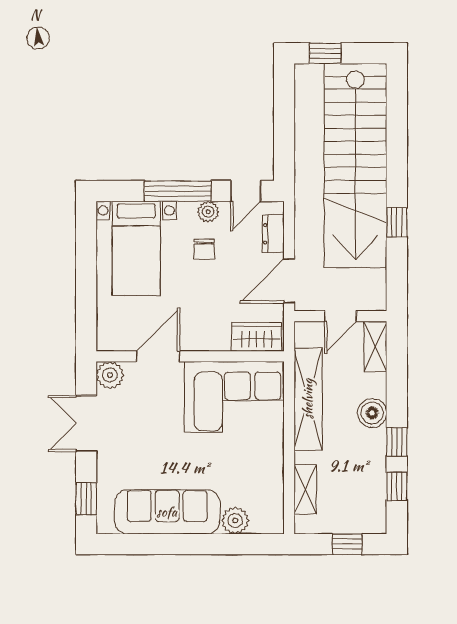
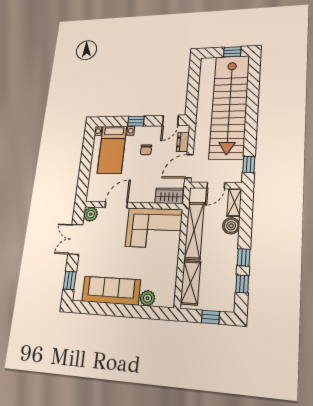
window: (325, 53) -> (232, 52), moved
window: (178, 191) -> (136, 121), width x0.46
plant: (208, 212) -> (150, 131), removed
window: (397, 222) -> (249, 164), moved
boiler: (372, 413) -> (231, 226), moved
shelving: (305, 490) -> (191, 283), width x1.50, depth x1.33

